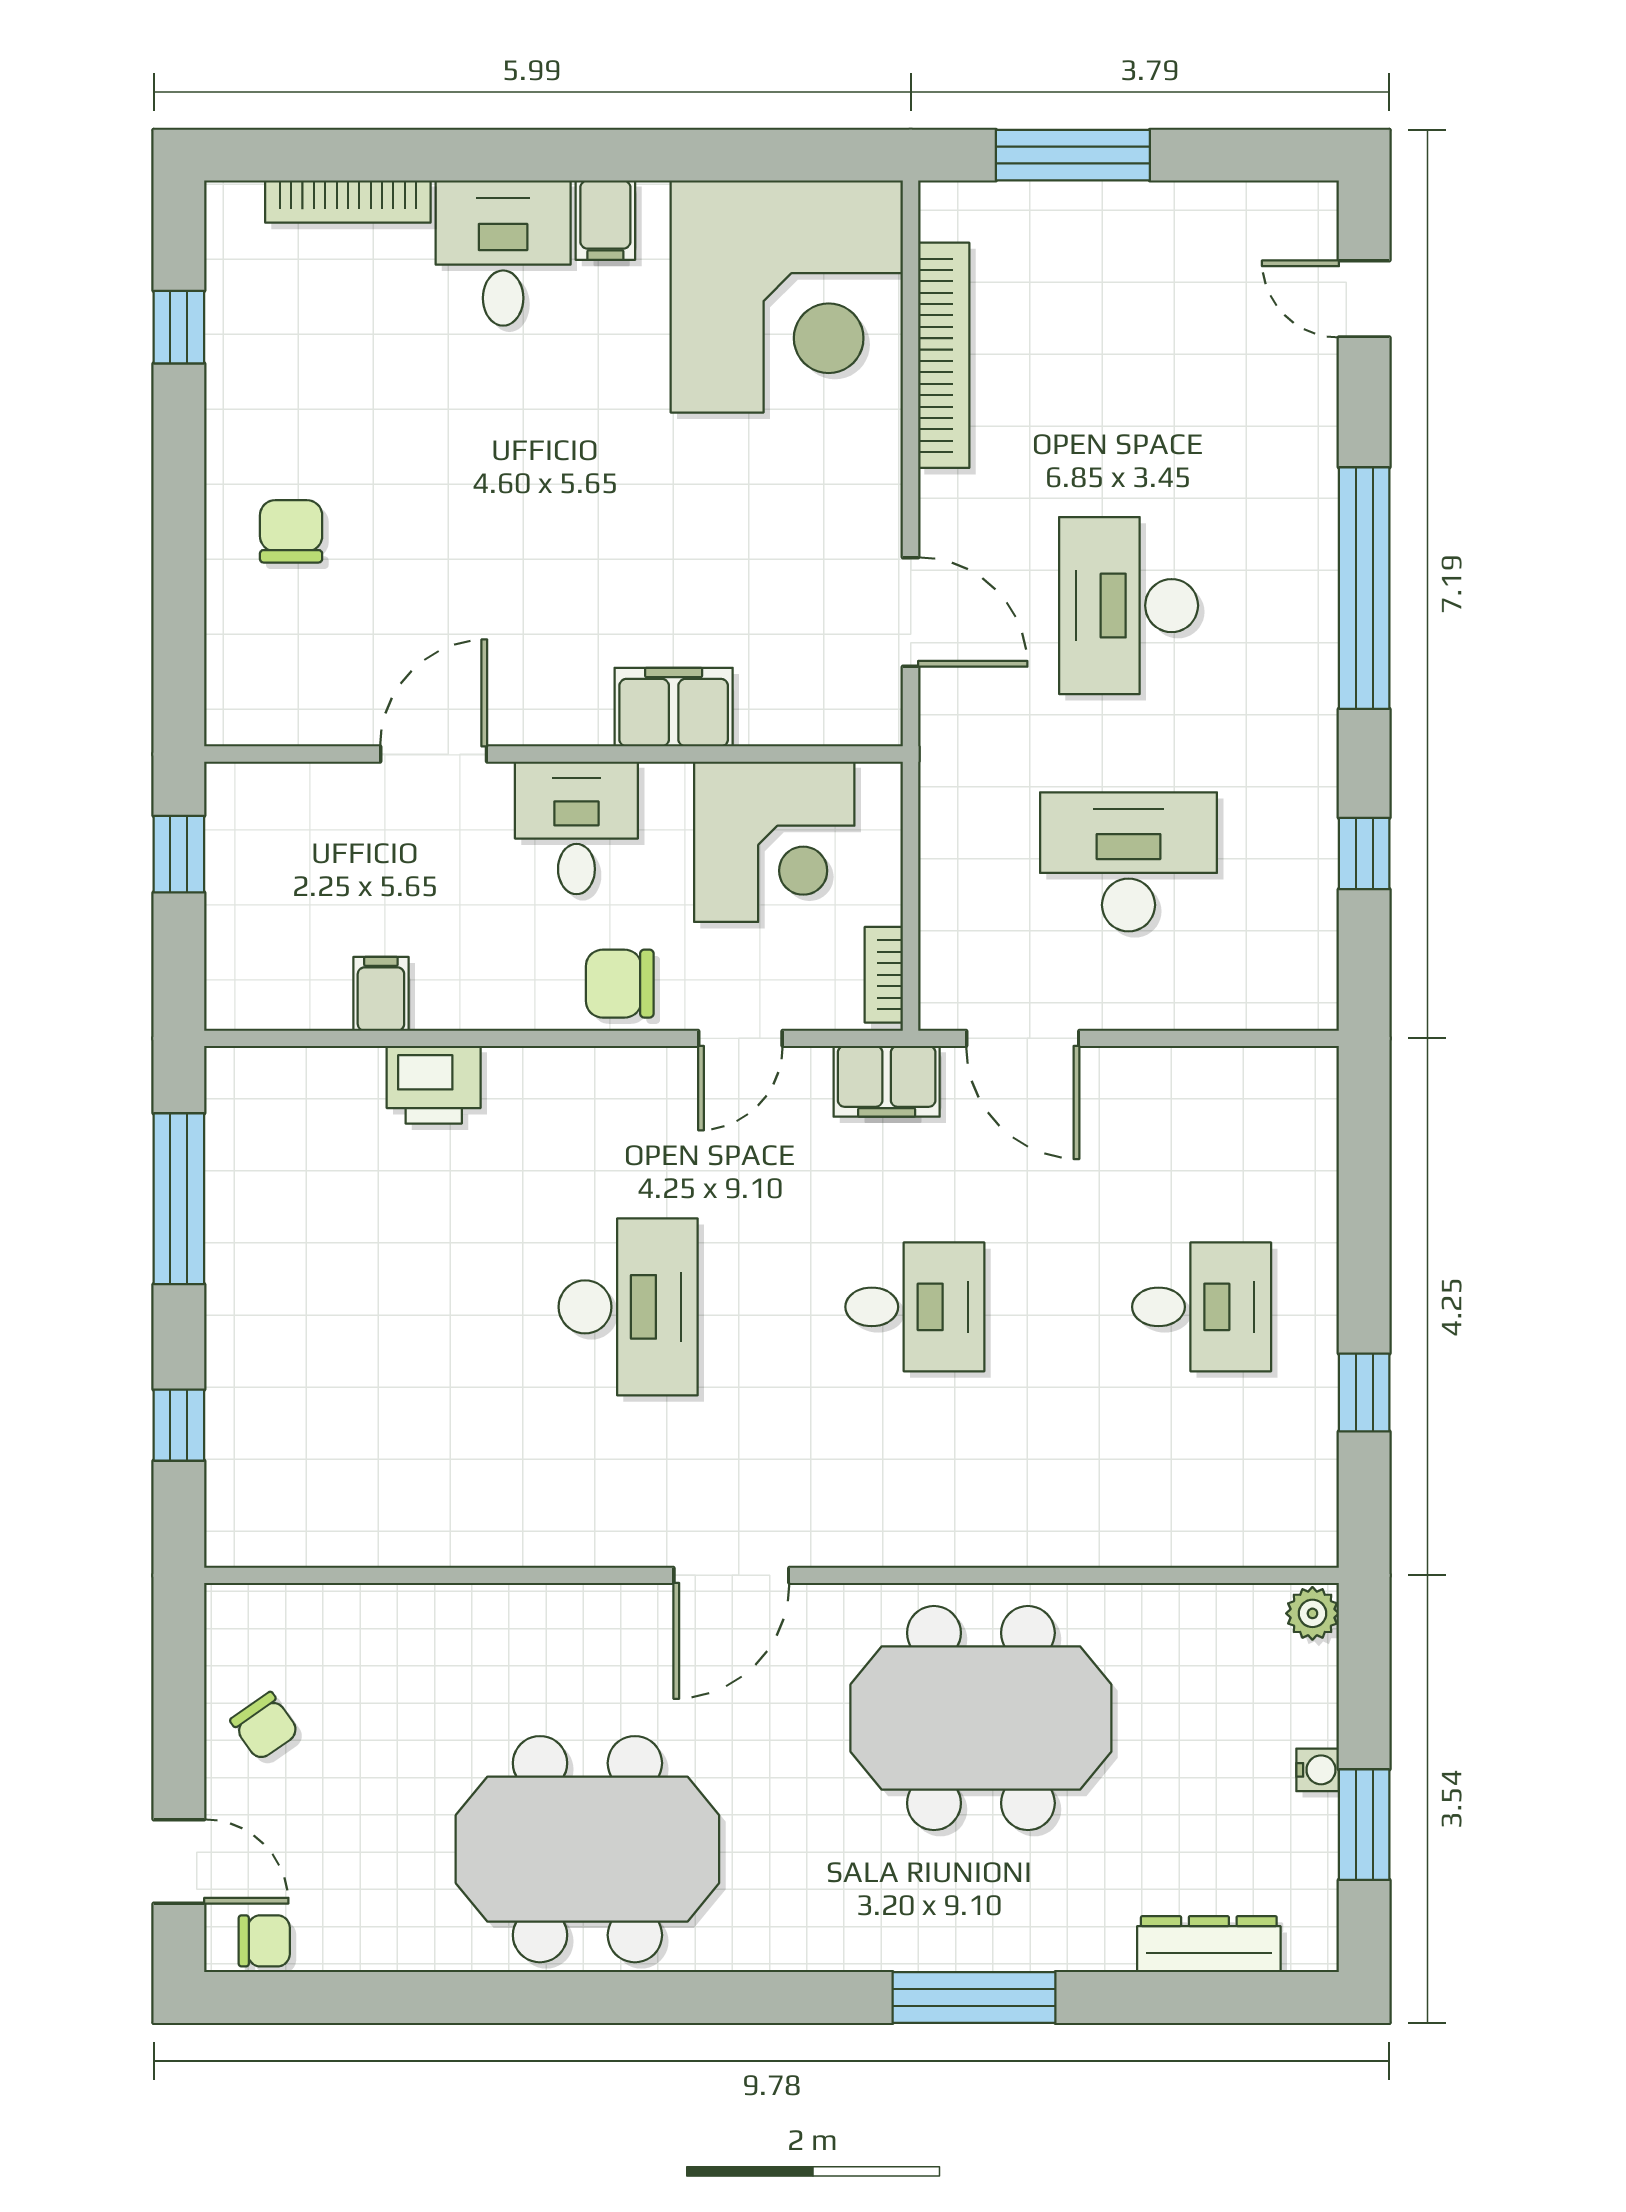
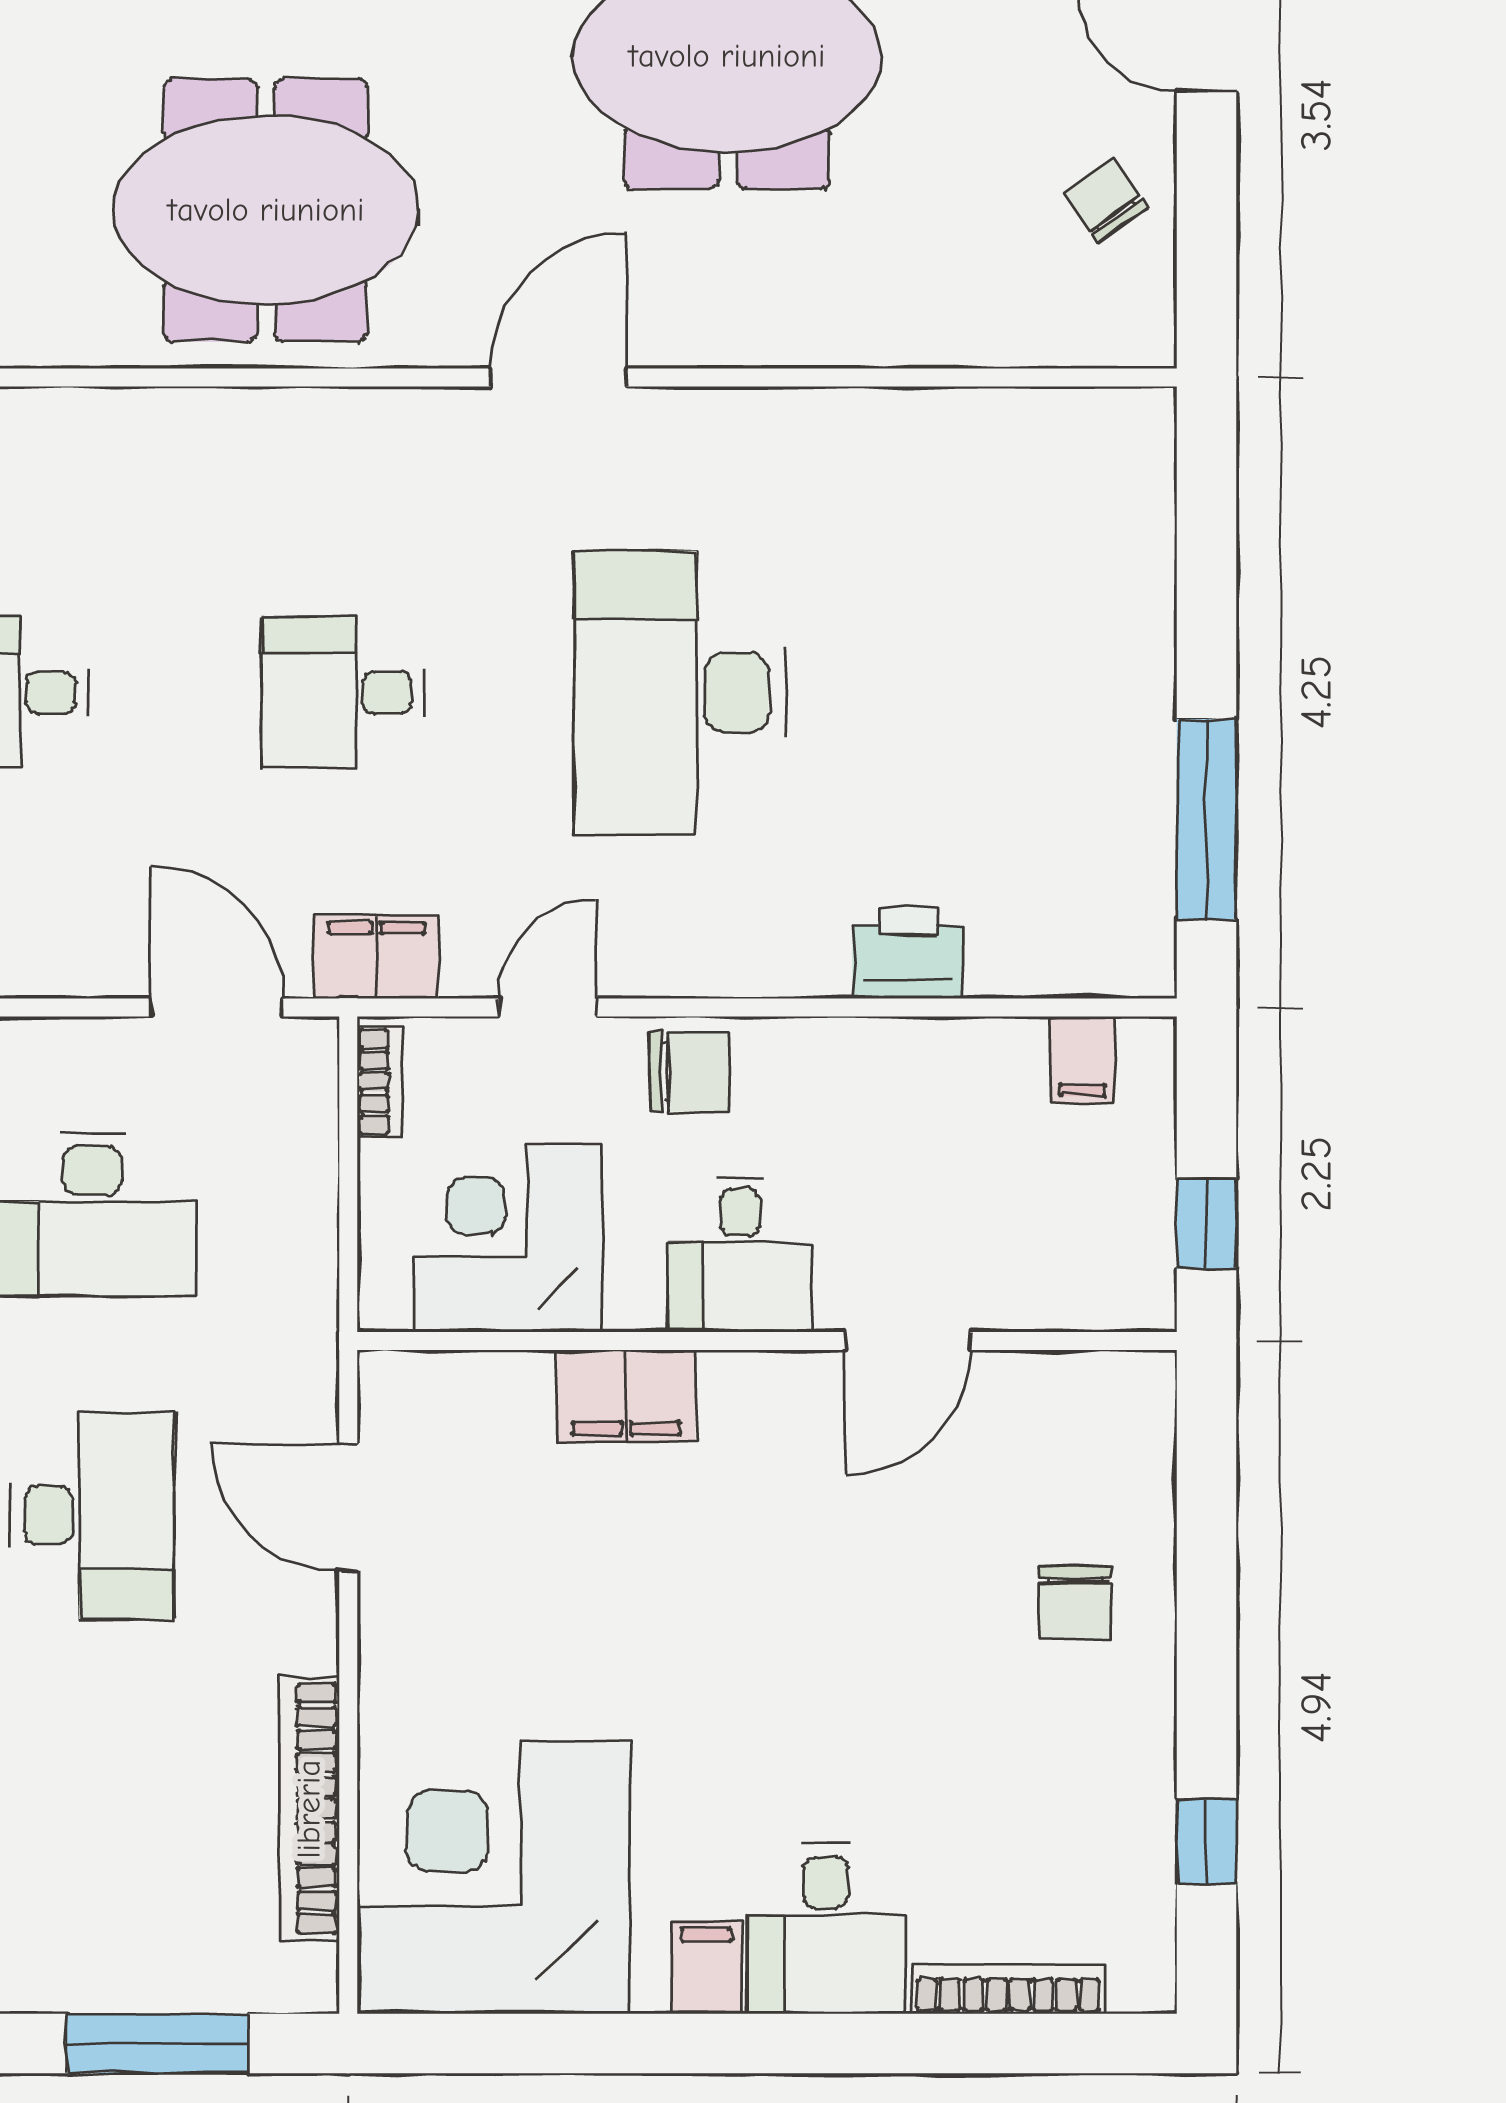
filing cabinet: (381, 994) -> (1082, 1060), moved
desk: (628, 1307) -> (679, 692), width x1.36, depth x1.30
window: (179, 1425) -> (1206, 554), removed

